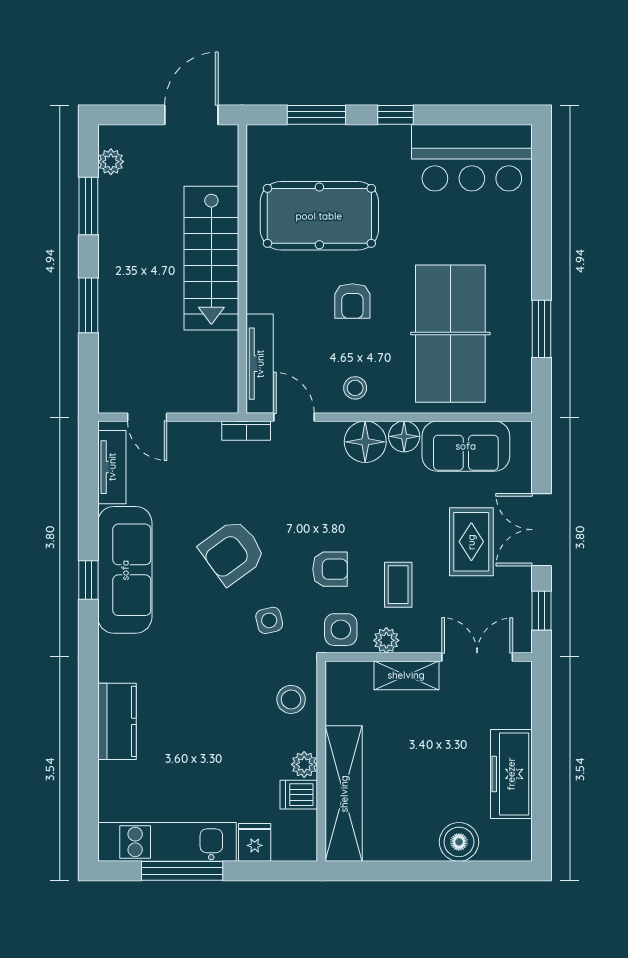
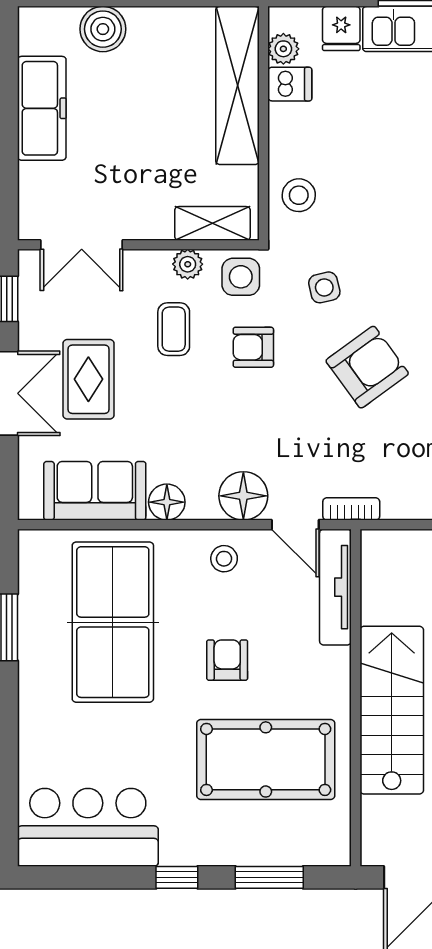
floor lamp: (365, 442) -> (243, 496), moved
shelving: (406, 675) -> (212, 223), moved
plant: (304, 764) -> (283, 49), moved

